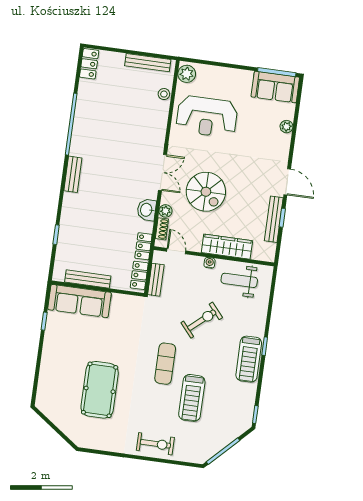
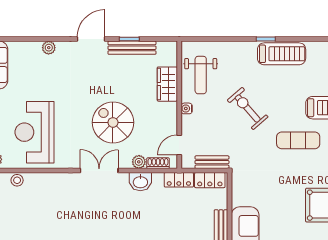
reception desk: (207, 117) -> (34, 132), turned 180
plant: (286, 127) -> (49, 48), moved
spiral stairs: (206, 192) -> (113, 122), turned -90
wardrobe: (227, 247) -> (167, 84), width x0.67

